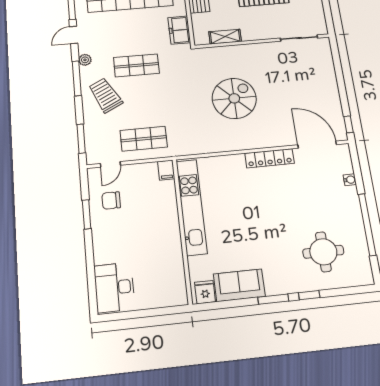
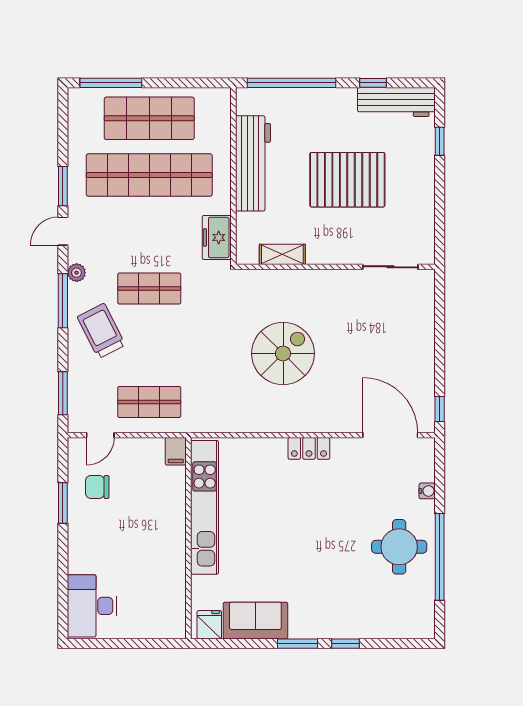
locker: (270, 158) -> (309, 448), width x0.66
round table: (323, 252) -> (399, 547), moved

